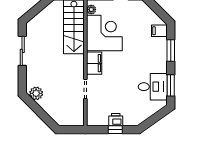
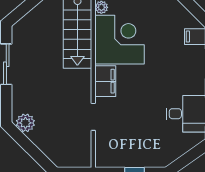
printer: (116, 120) -> (135, 159), removed

